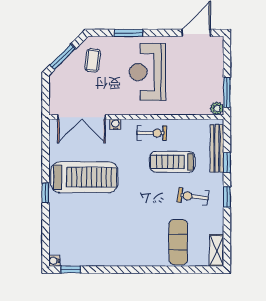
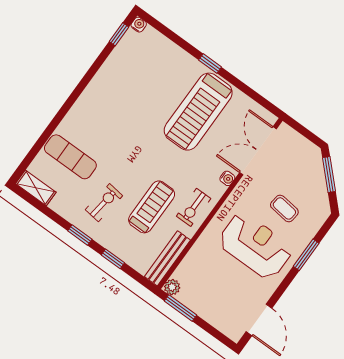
coffee table: (93, 60) -> (284, 208), moved
bench: (217, 148) -> (167, 258), moved, turned 90

